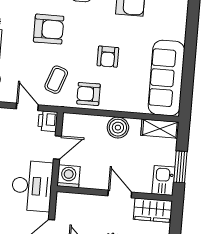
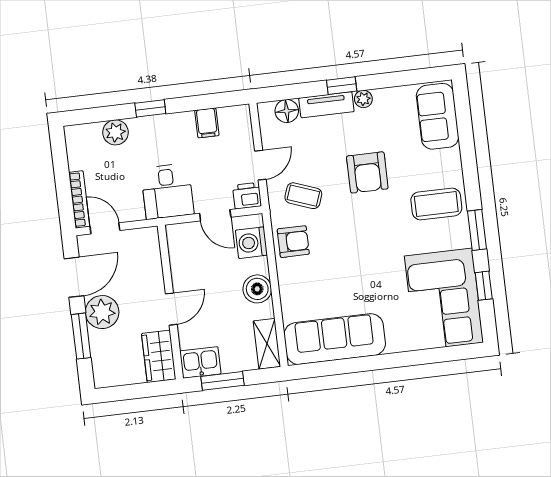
armchair: (108, 57) -> (347, 257), removed
armchair: (88, 94) -> (293, 242), turned 90
washing machine: (69, 176) -> (251, 243), moved, turned 180
desk: (32, 186) -> (167, 191), width x0.73

